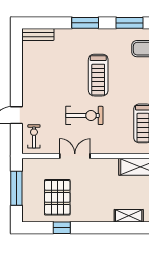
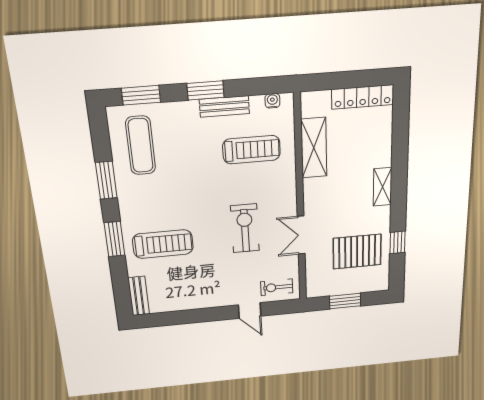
treadmill: (98, 75) -> (163, 244), moved
window: (16, 188) -> (345, 301), width x0.69
shelving: (129, 216) -> (383, 187), moved

